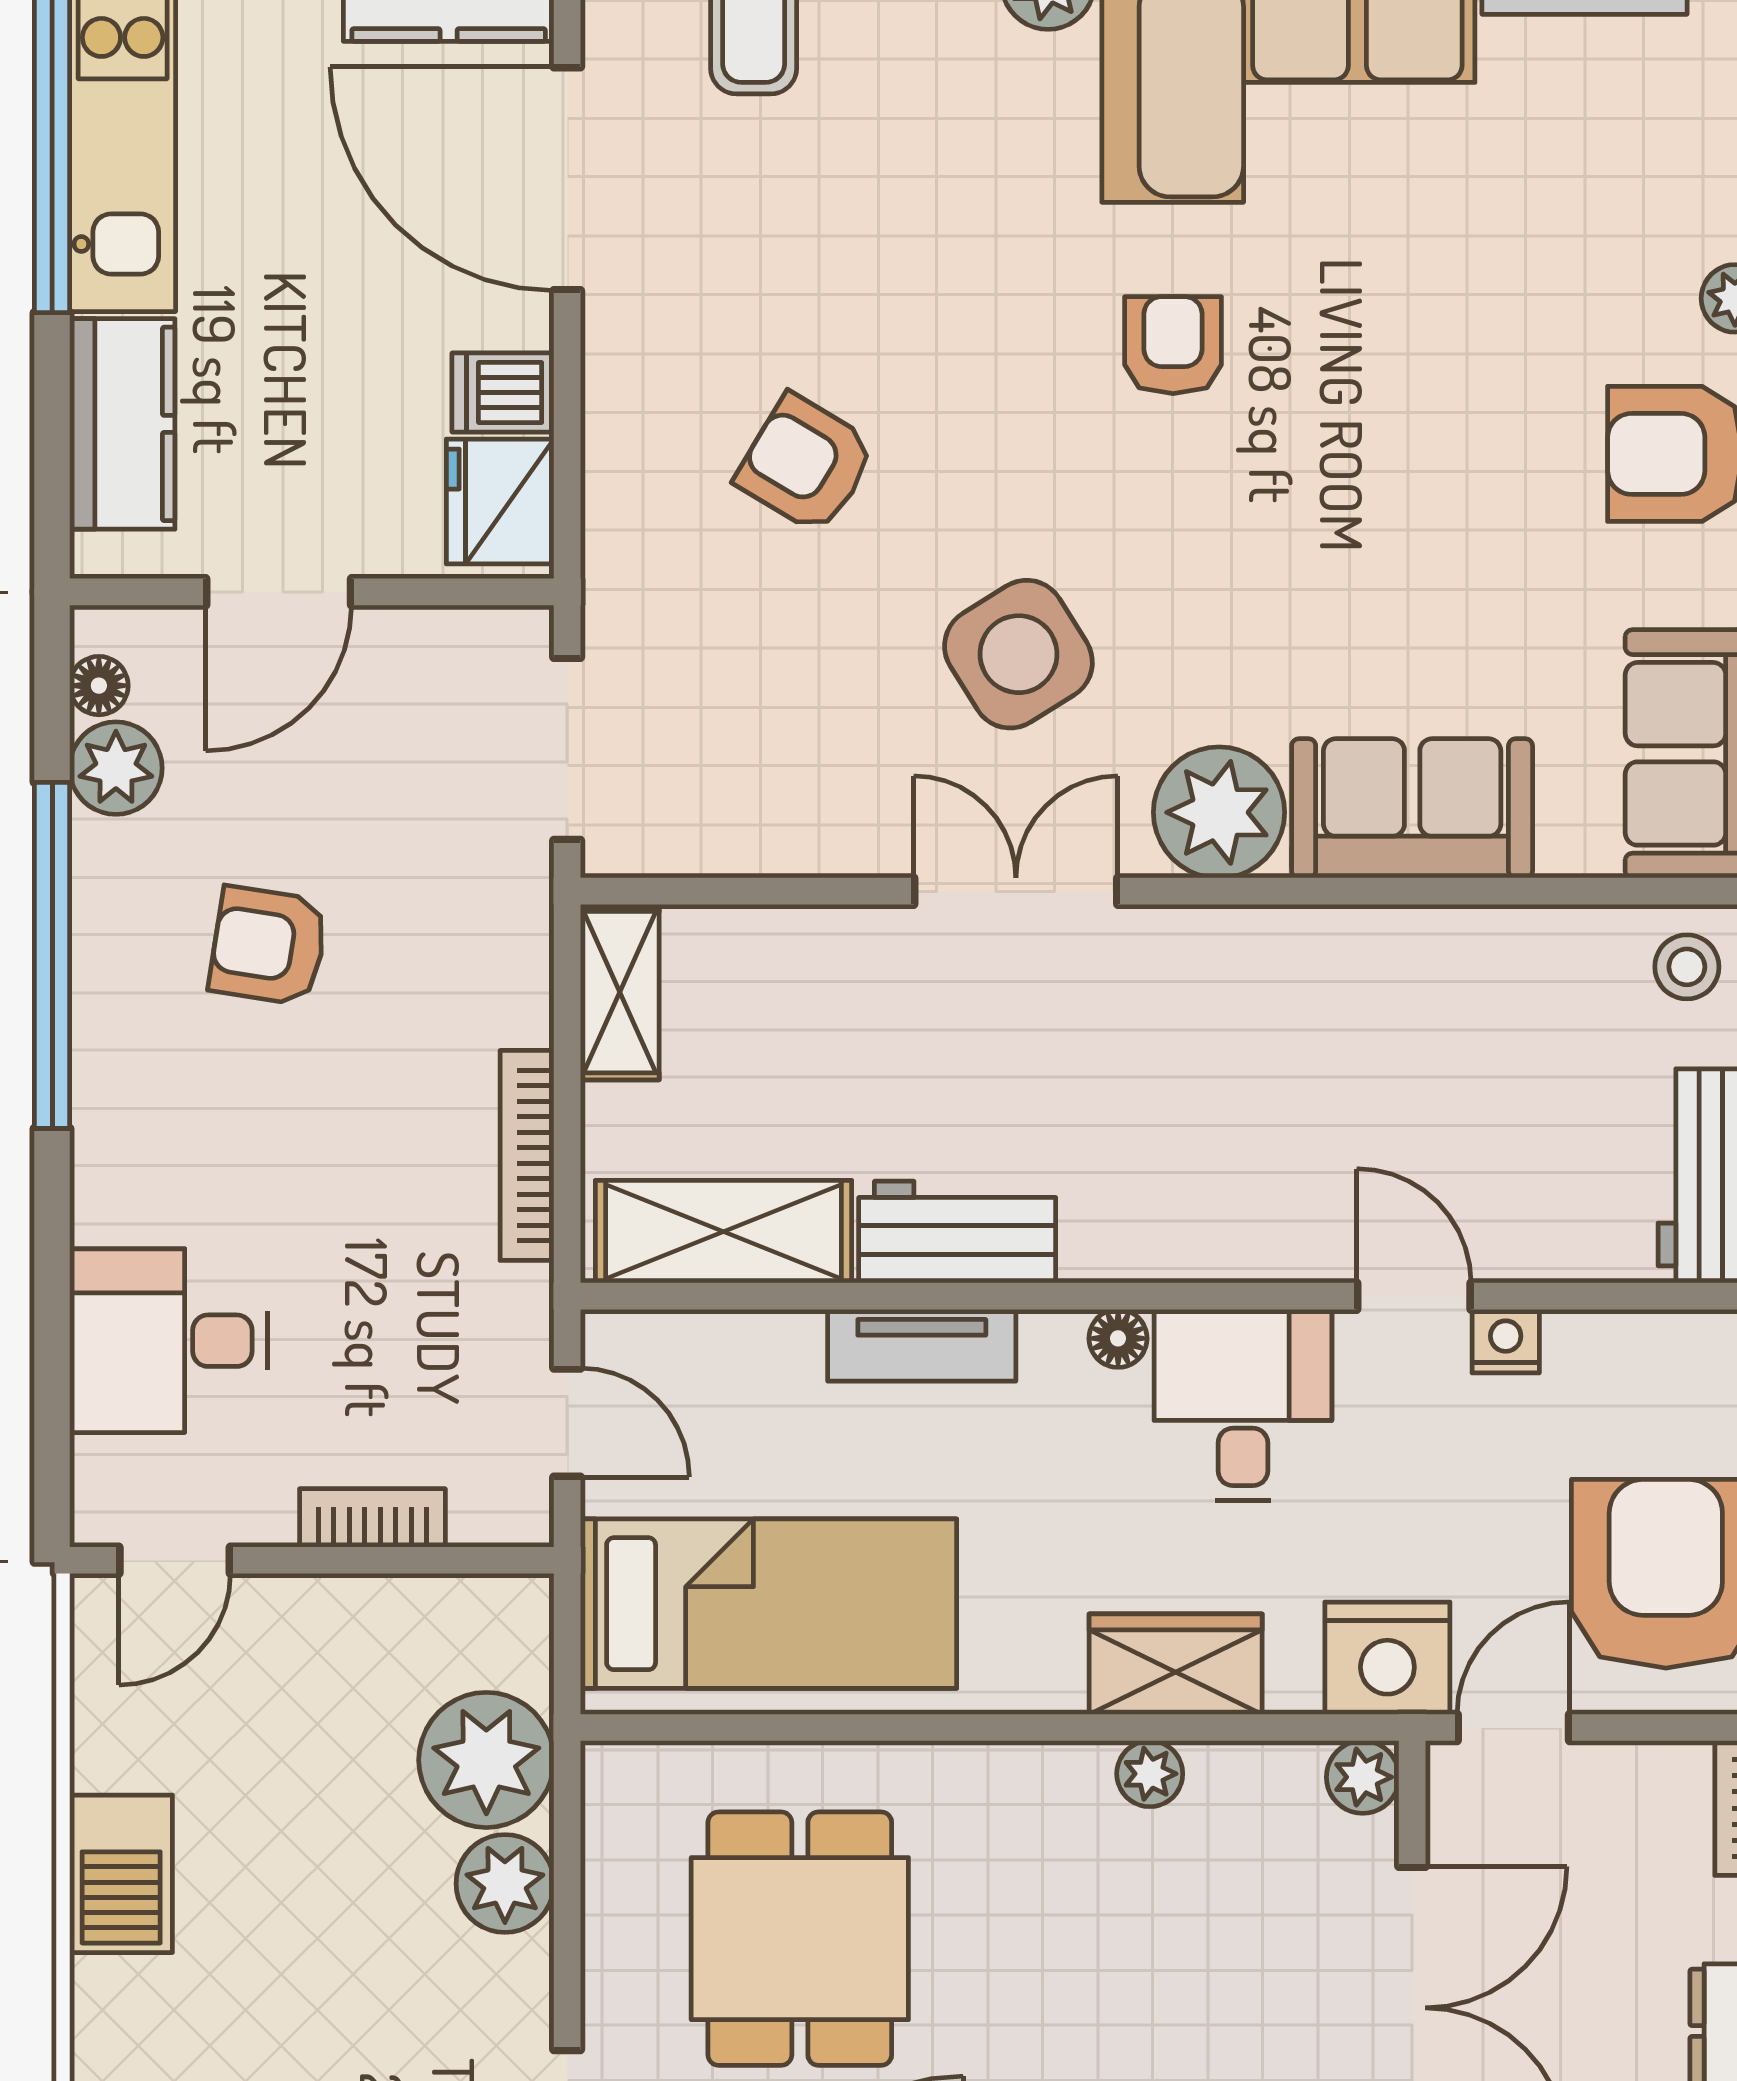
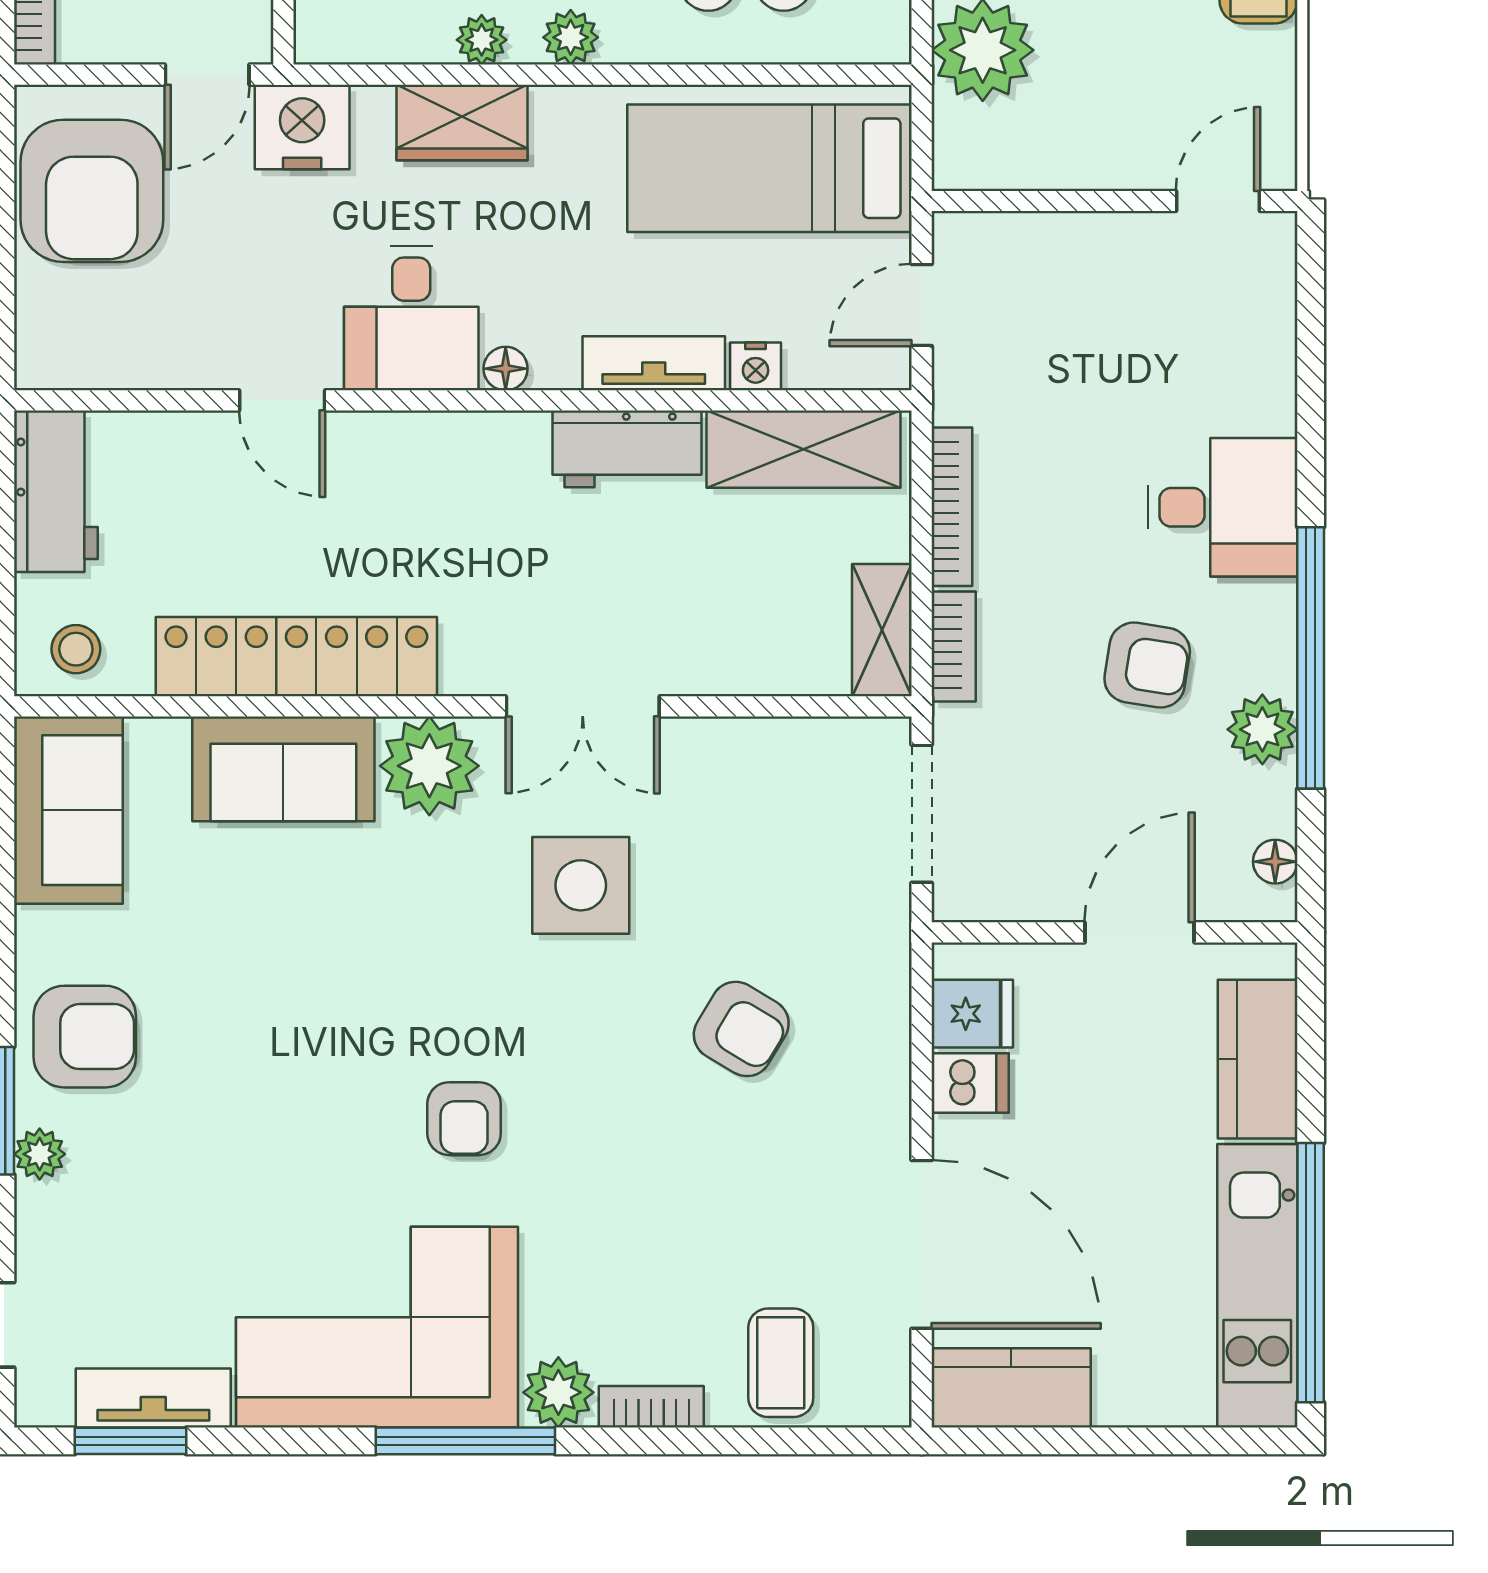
fridge: (500, 502) -> (972, 1014), width x0.72
side table: (1018, 654) -> (581, 885), turned 32
plant: (116, 768) -> (1262, 729), moved
locker: (1395, 957) -> (296, 657), added
desk: (169, 1341) -> (1222, 507), moved
nightstand: (1506, 1341) -> (756, 366), moved
door: (567, 1423) -> (922, 305), hinge flipped
bookcase: (372, 1518) -> (954, 646), moved, turned -90
plant: (1363, 1777) -> (571, 37), moved

